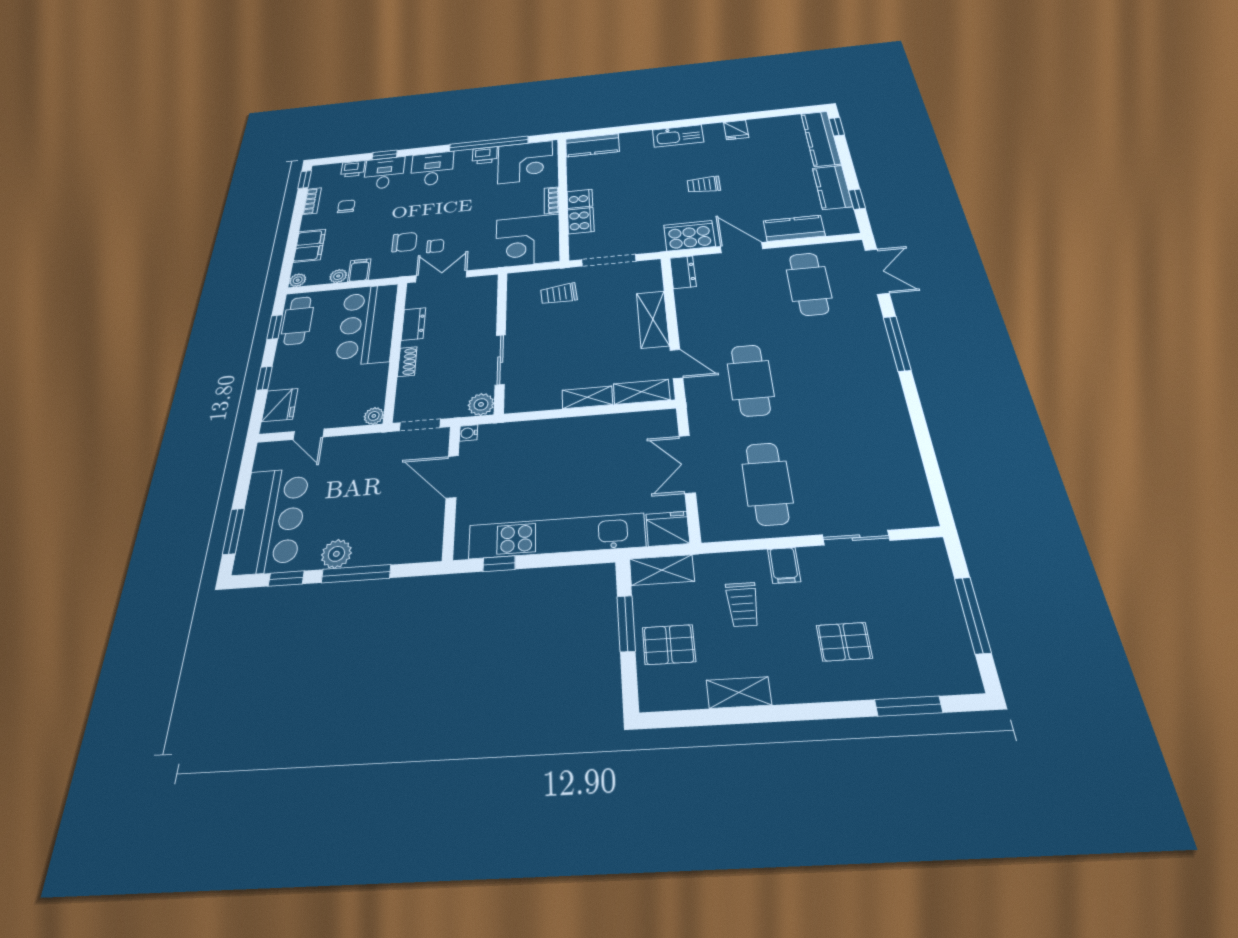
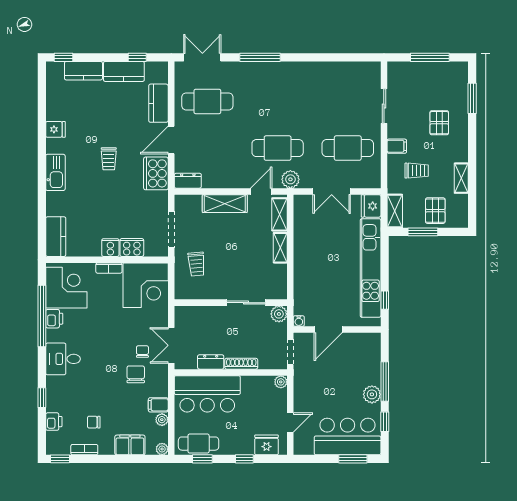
kitchen counter: (821, 139) -> (83, 71), width x0.67
desk: (384, 173) -> (62, 396), removed
shoe rack: (407, 362) -> (241, 364), width x1.43
plant: (701, 402) -> (290, 179), added

